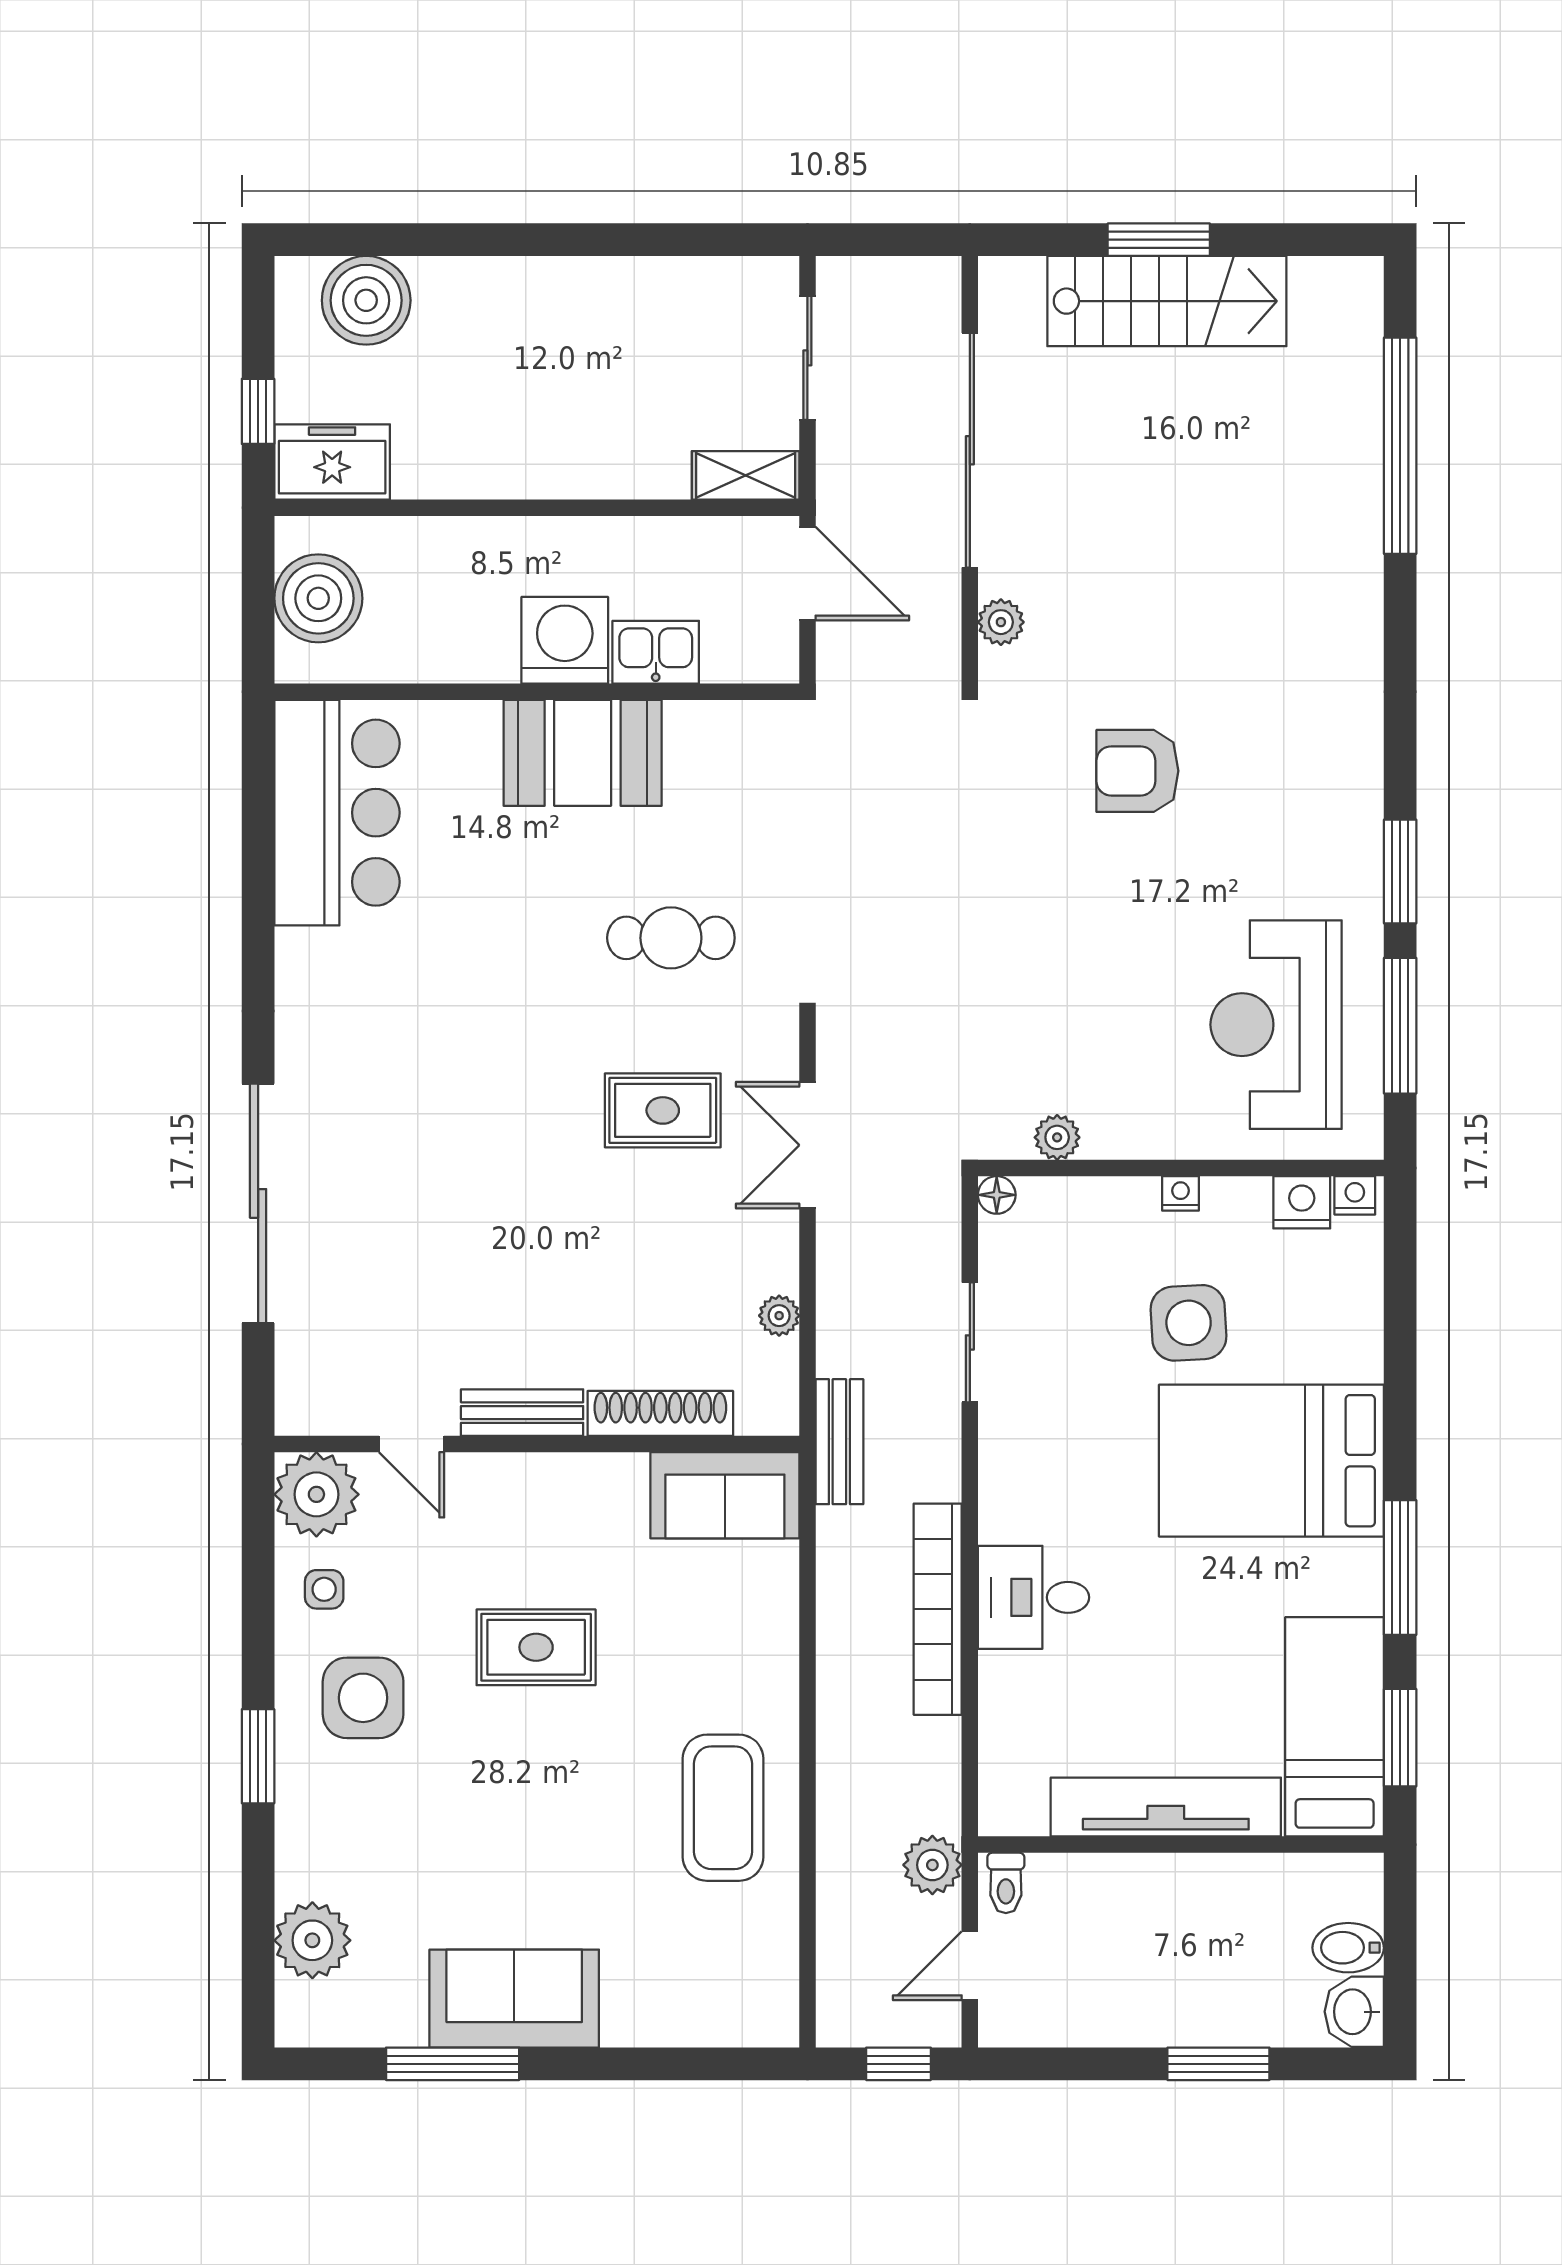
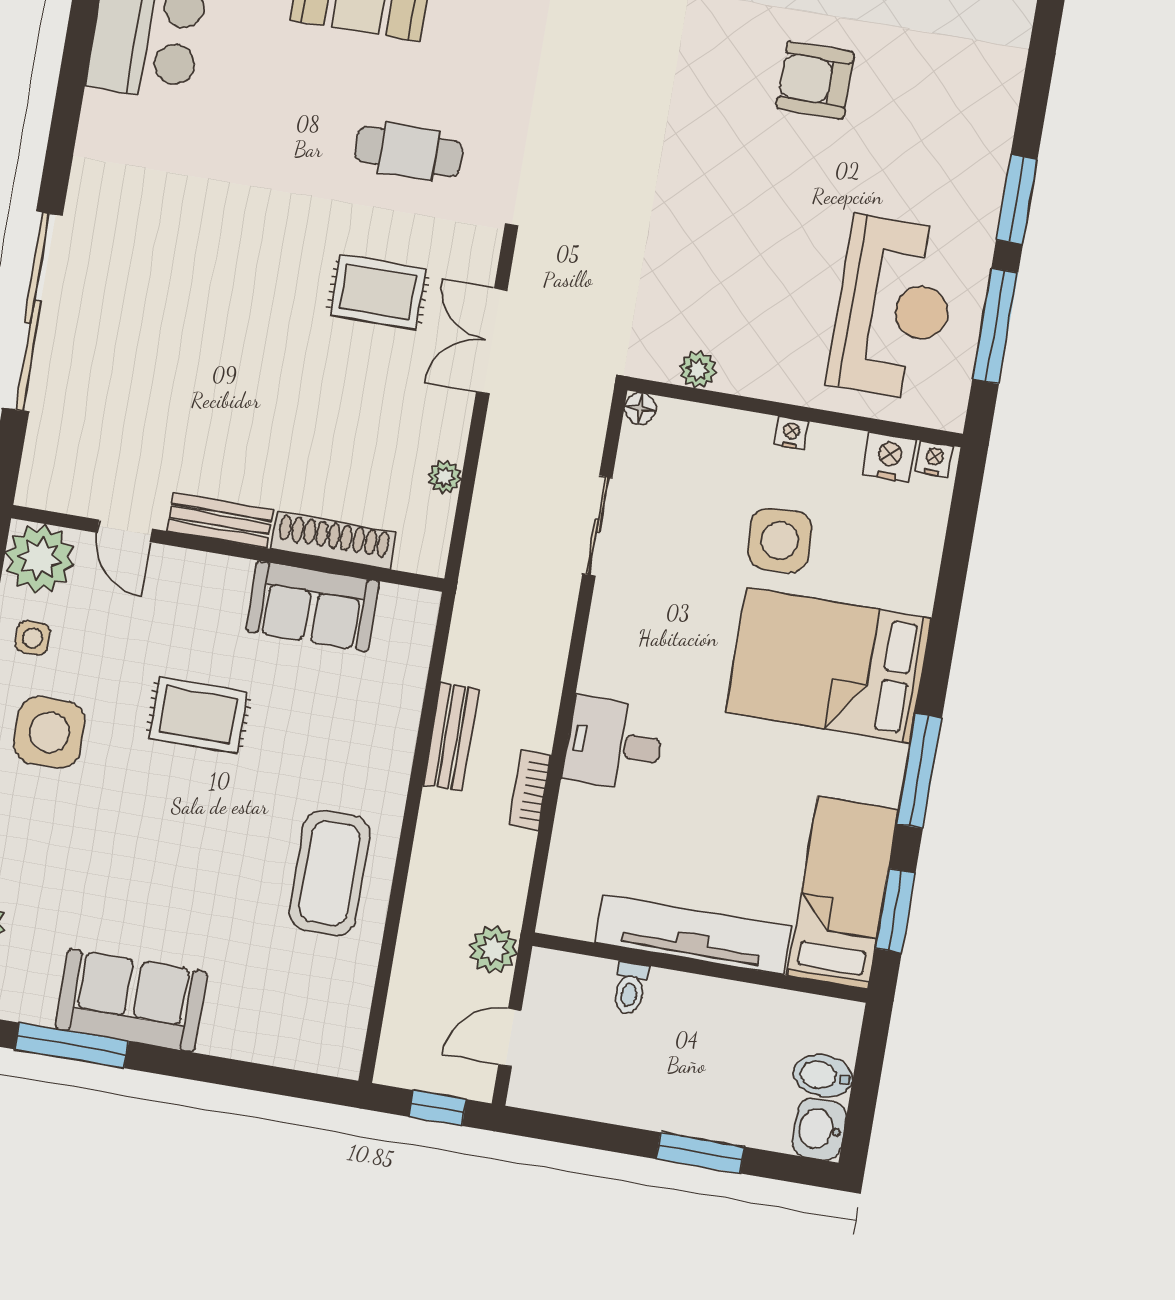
reception desk: (1276, 1025) -> (893, 308), turned 180
bench: (839, 1442) -> (451, 737), moved
sofa: (725, 1495) -> (313, 606), moved
bookcase: (938, 1609) -> (530, 790), width x0.43, depth x0.76
toilet: (1006, 1883) -> (630, 988), moved

